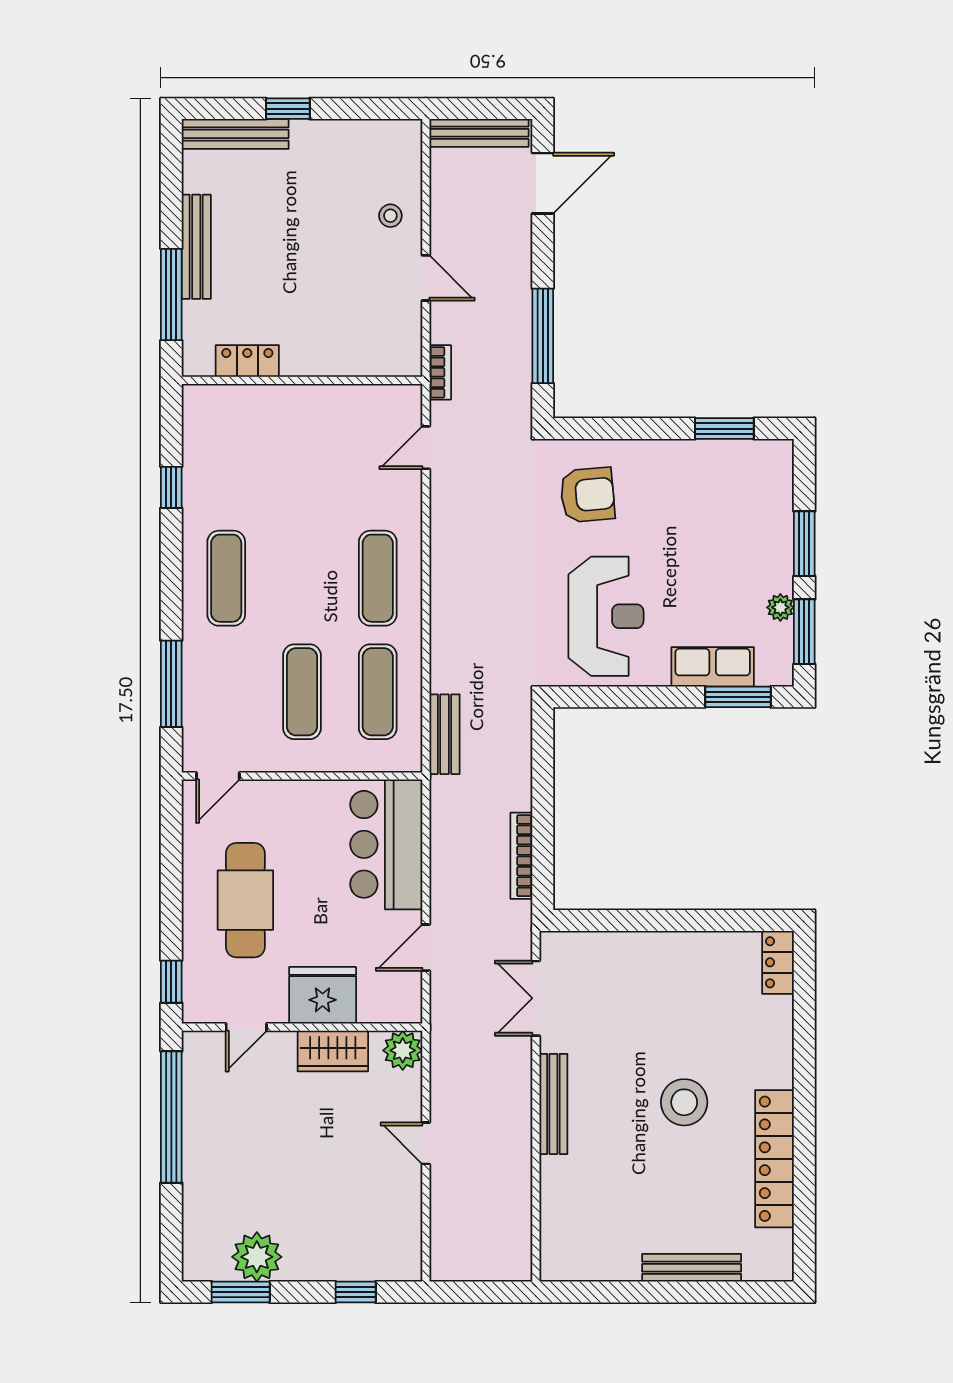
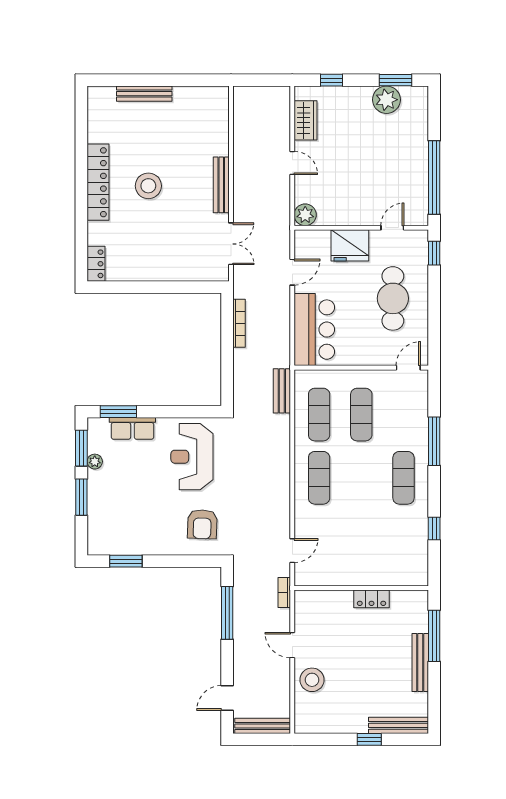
door: (543, 183) -> (227, 698), width x0.73
stool: (390, 216) -> (312, 680), width x1.89, depth x1.89
locker: (247, 361) -> (371, 599), moved
armchair: (587, 495) -> (202, 524), turned -83
window: (171, 684) -> (434, 441), moved
wardrobe: (333, 1051) -> (306, 120), moved, turned 90
locker: (774, 1159) -> (98, 182), moved

